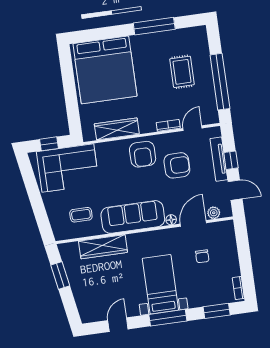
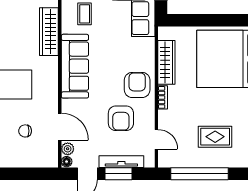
bookcase: (168, 125) -> (163, 97), moved
armchair: (143, 154) -> (137, 85), turned 90
window: (231, 160) -> (119, 174), width x1.50
floor lamp: (171, 220) -> (67, 162), moved

